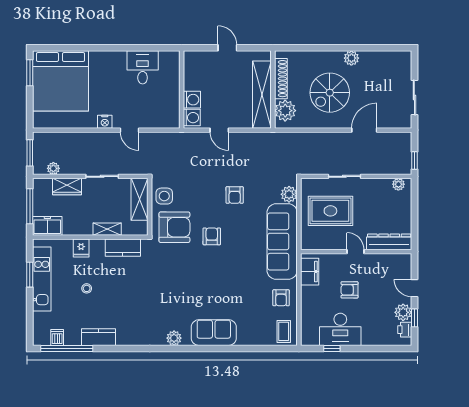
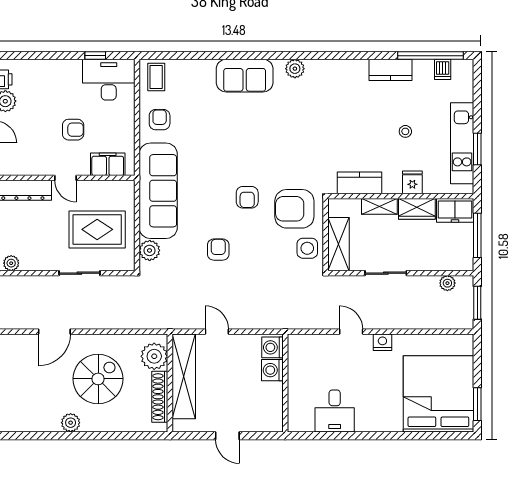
door: (219, 130) -> (217, 332), moved
wardrobe: (67, 186) -> (417, 209), moved, turned 180
filing cabinet: (310, 272) -> (108, 164), moved, turned 90
desk: (340, 329) -> (109, 80), moved

